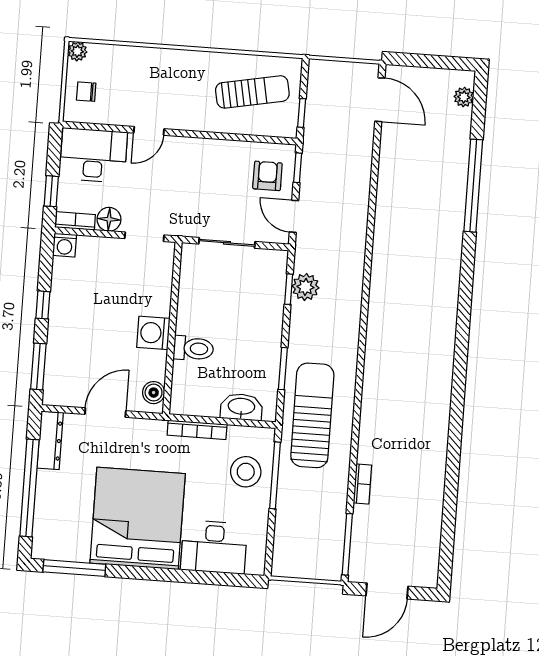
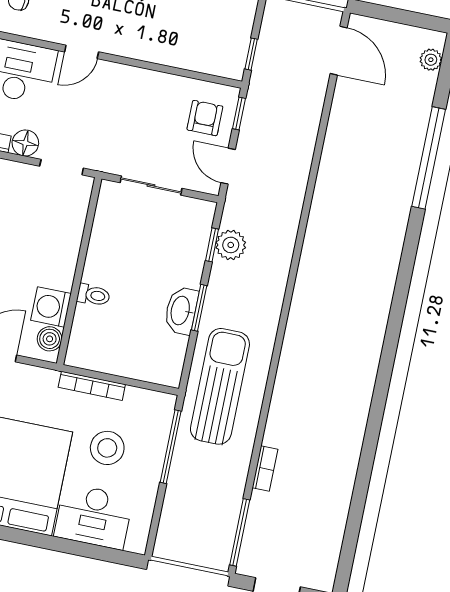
sun lounger: (252, 92) -> (200, 24), removed
washing machine: (153, 333) -> (51, 307), moved
toilet: (193, 348) -> (93, 295), width x0.73, depth x0.72
window: (283, 369) -> (199, 308), moved
washbasin: (241, 407) -> (181, 311), moved, turned -90
stool: (246, 472) -> (107, 448), moved

